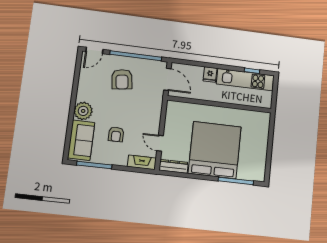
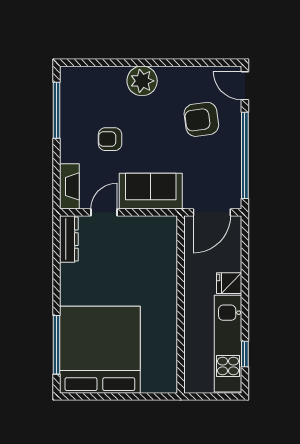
armchair: (122, 79) -> (201, 119), moved
sofa: (81, 140) -> (151, 191), moved, turned 180
bed: (215, 150) -> (100, 350), moved, turned -90

